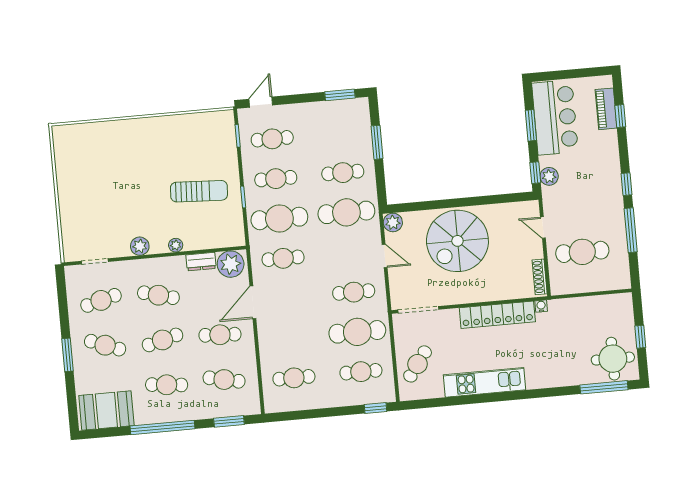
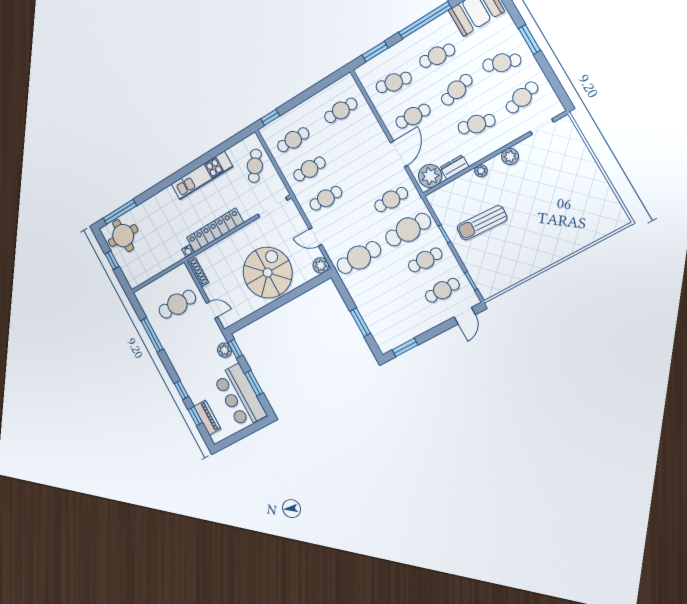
cafe table: (343, 173) -> (376, 287), removed
window: (626, 184) -> (181, 390), moved
cafe table: (357, 332) -> (309, 169), width x0.73, depth x0.74

